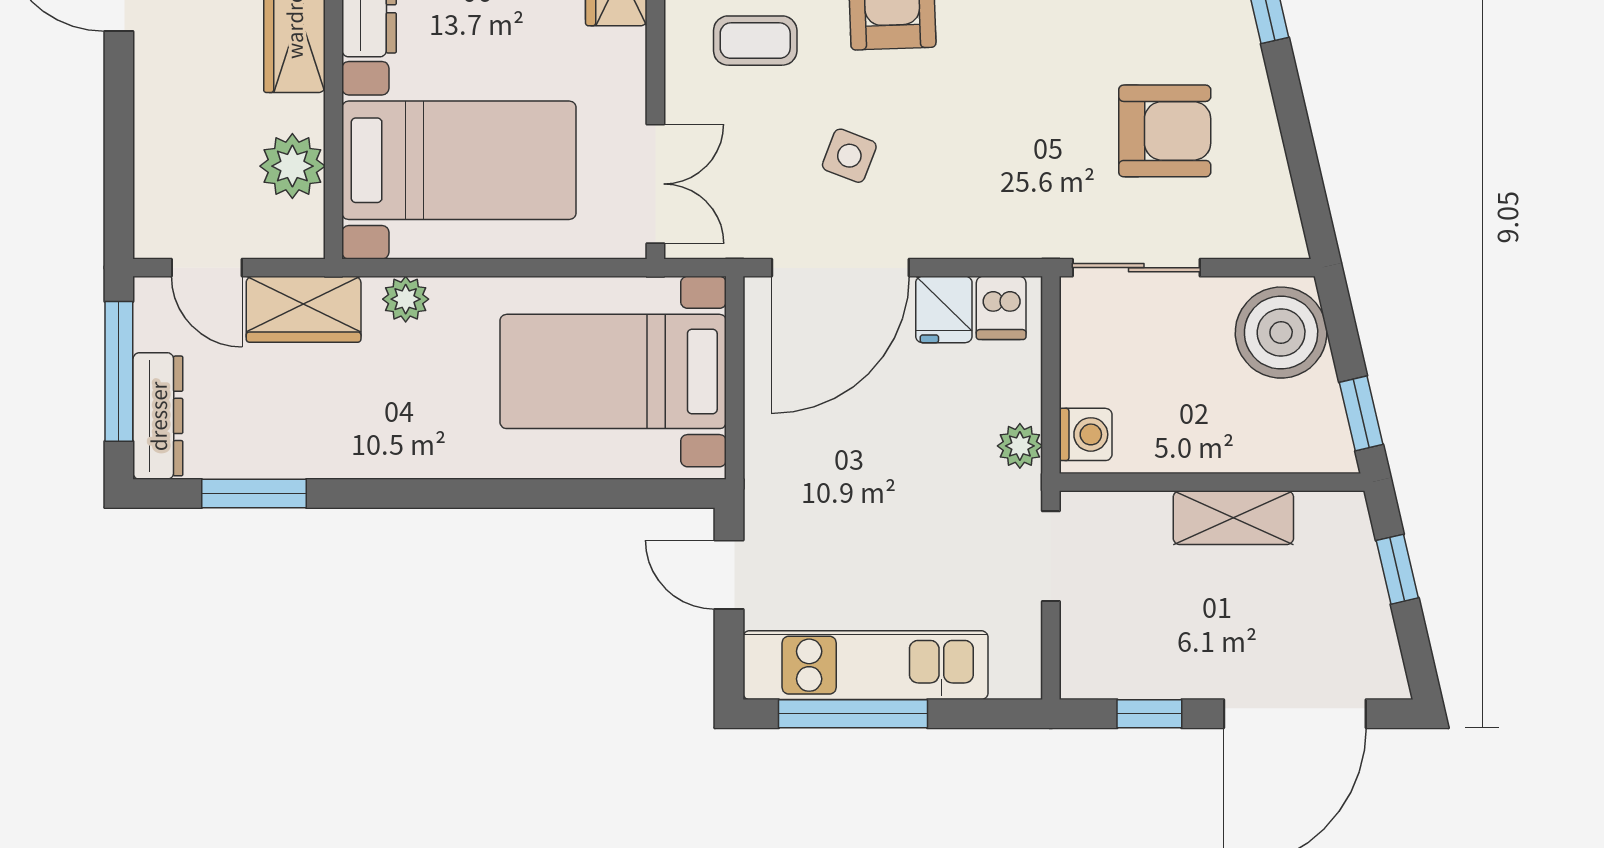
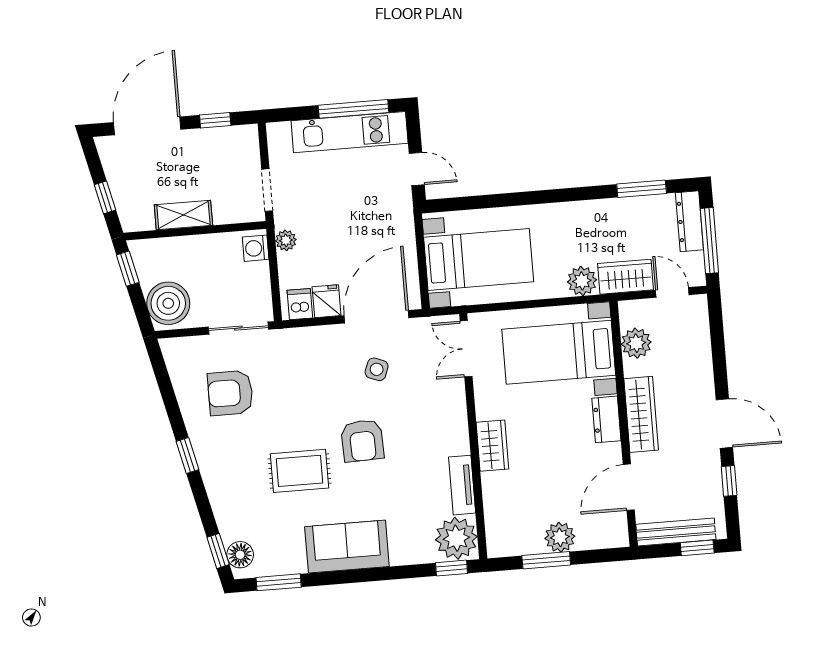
coffee table: (755, 41) -> (425, 419), removed
plant: (406, 299) -> (582, 281), width x1.38, depth x1.38

